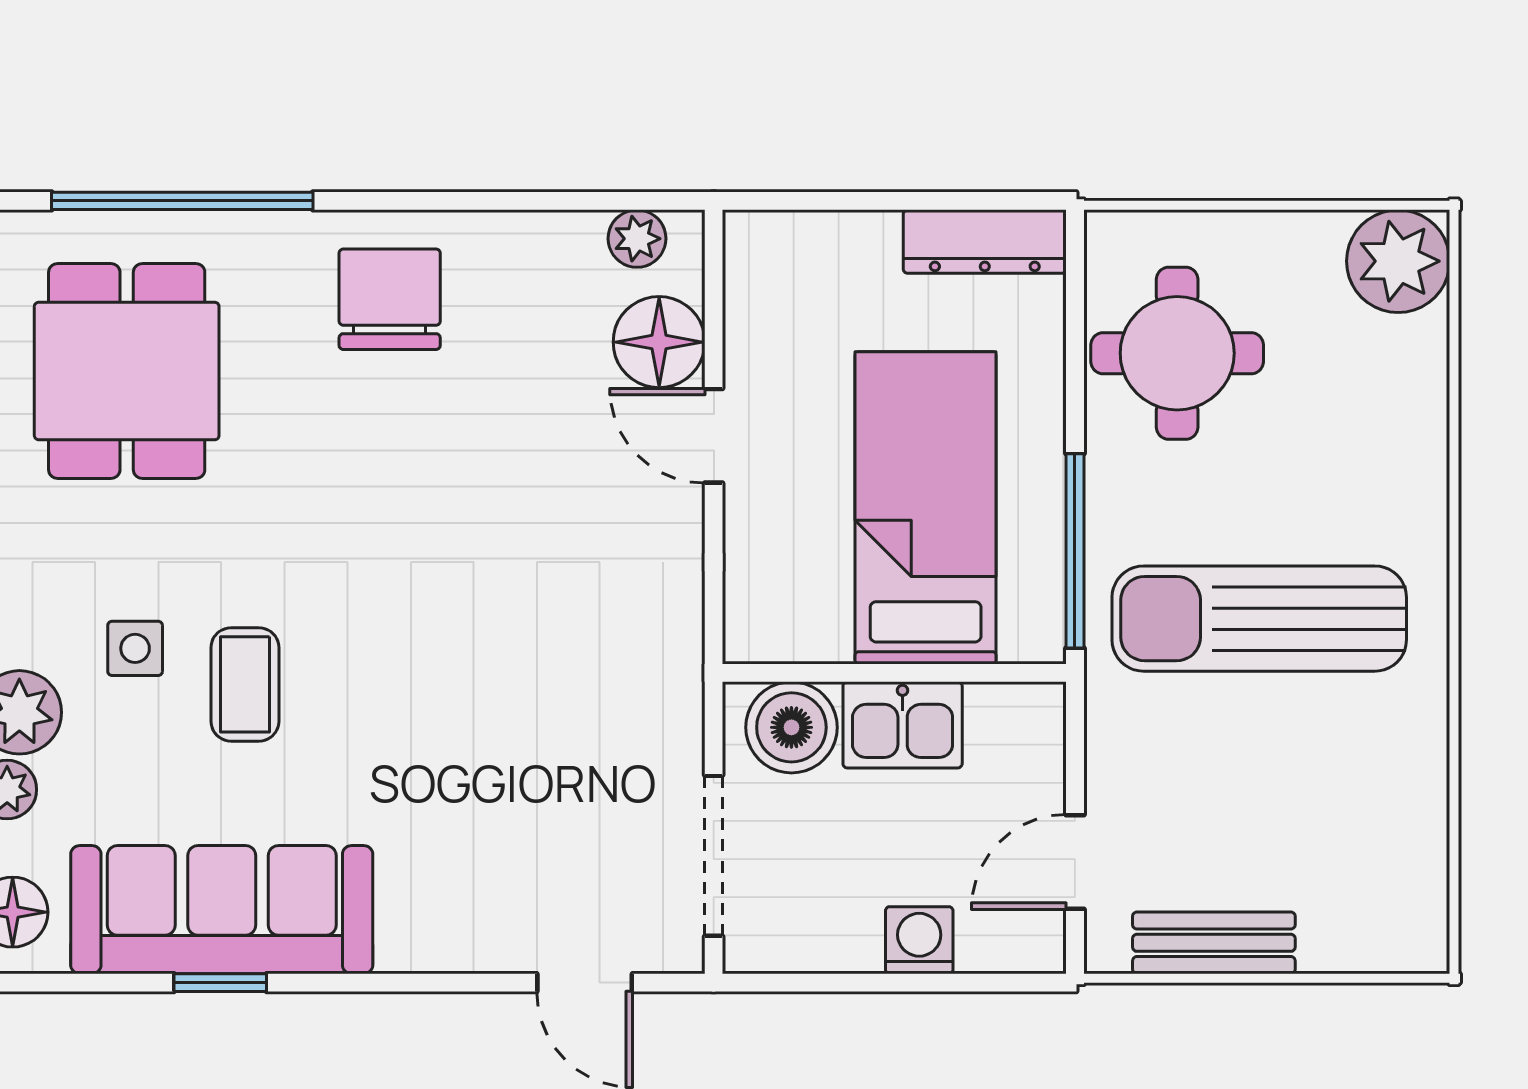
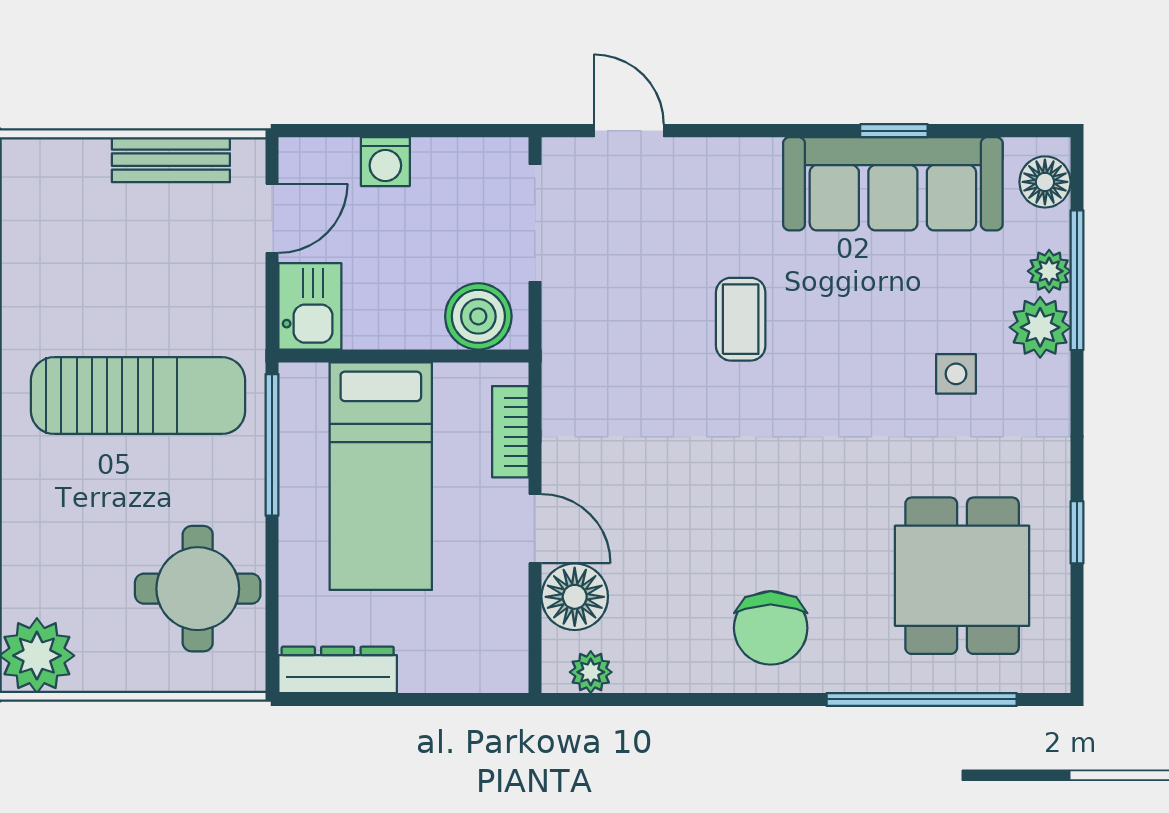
bookcase: (748, 569) -> (510, 432), added
coffee table: (245, 684) -> (741, 319), moved
kitchen sink: (903, 725) -> (310, 306), moved, turned 90

